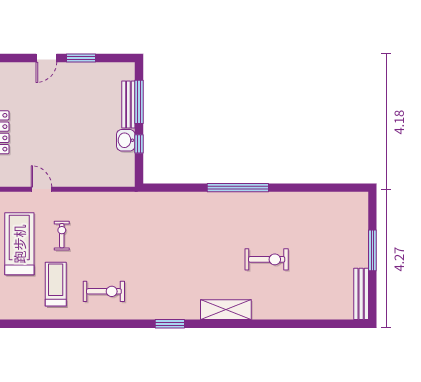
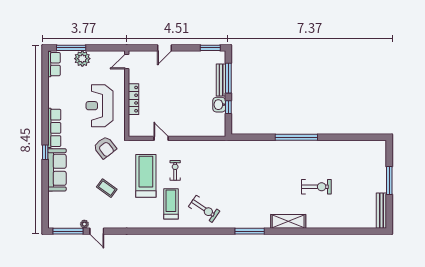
window: (81, 58) -> (210, 48), moved
exercise bike: (104, 291) -> (204, 209), turned 34
window: (170, 324) -> (250, 231), width x1.44

